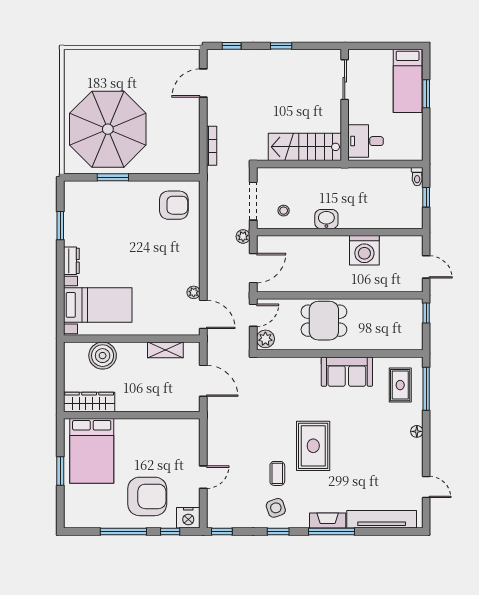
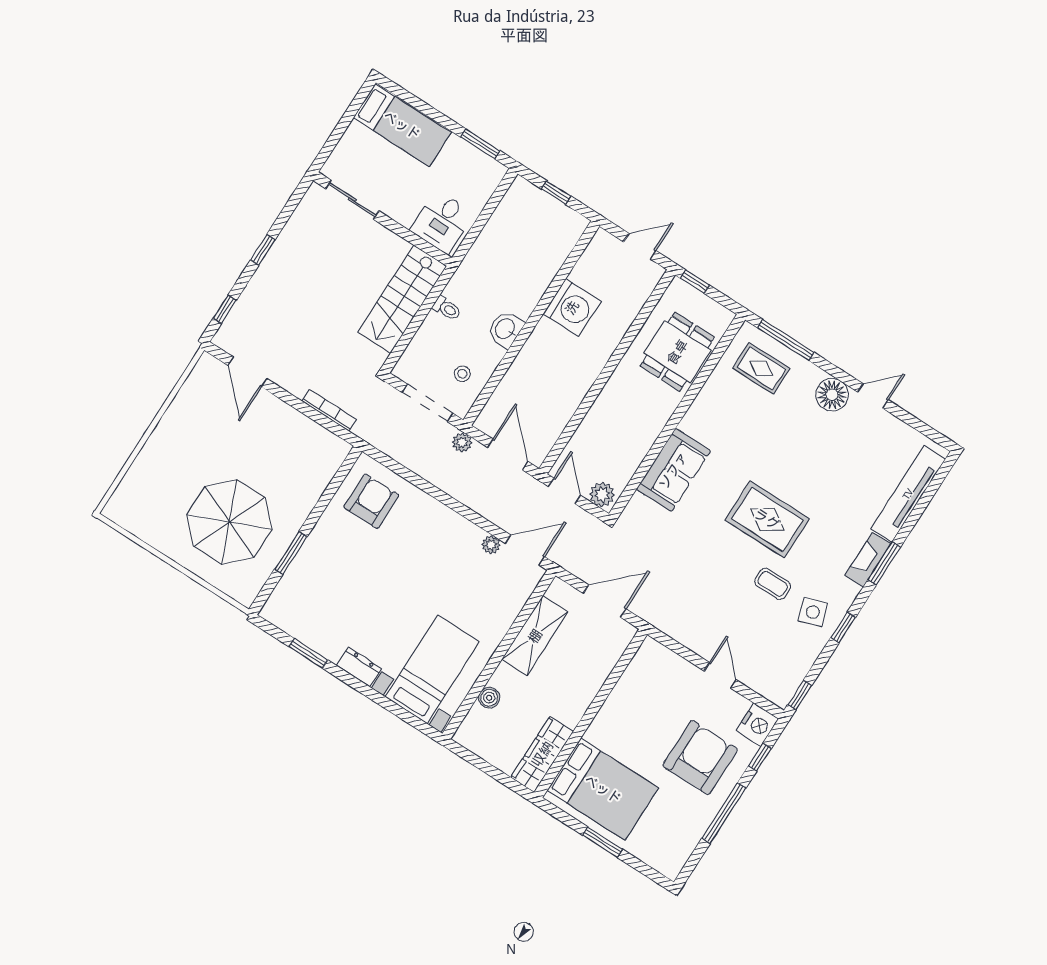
window: (426, 94) -> (480, 144), moved
parasol: (108, 129) -> (229, 522), width x0.73, depth x0.73
toilet: (417, 177) -> (447, 308), moved
dining table: (324, 321) -> (677, 352), moved
shelving: (165, 350) -> (535, 636), width x1.50, depth x1.33
boiler: (103, 356) -> (489, 698), width x0.54, depth x0.54
sofa: (347, 372) -> (673, 470), moved
floor lamp: (417, 431) -> (832, 395), width x1.89, depth x1.89
door: (426, 487) -> (873, 396), moved
window: (332, 532) -> (884, 563), width x0.69

